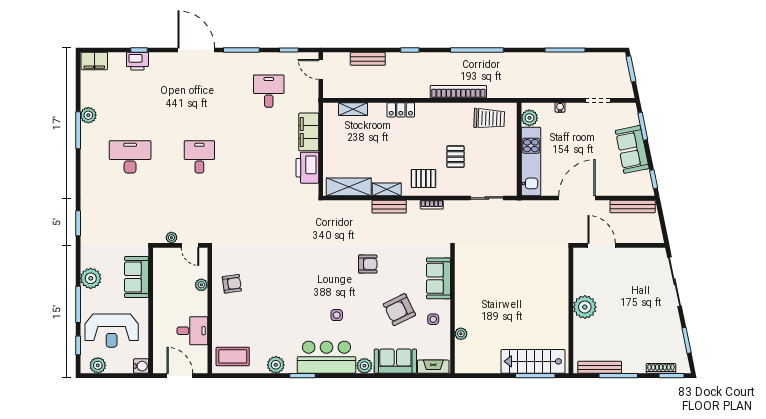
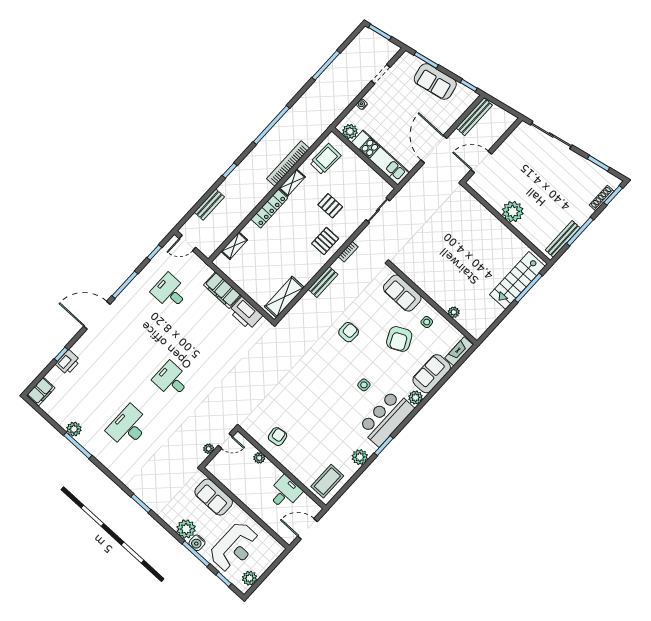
locker: (401, 110) -> (269, 209), width x1.53
shelving: (387, 189) -> (292, 183), moved
water cooler: (141, 366) -> (197, 543), moved, turned 180

